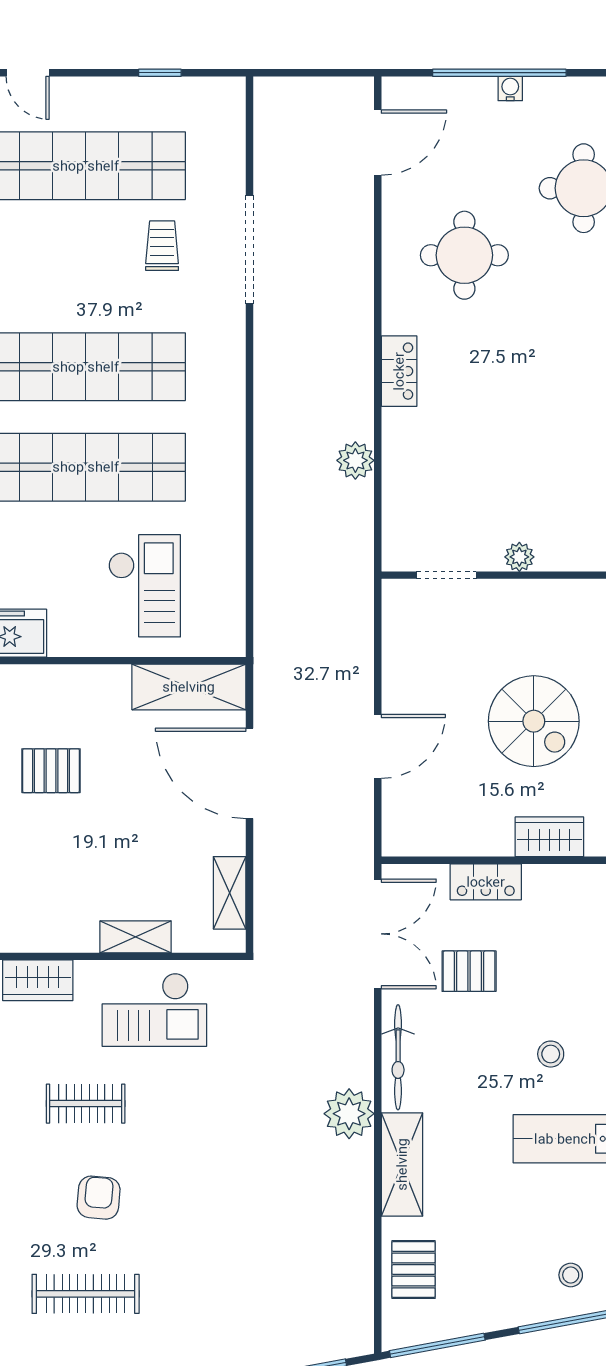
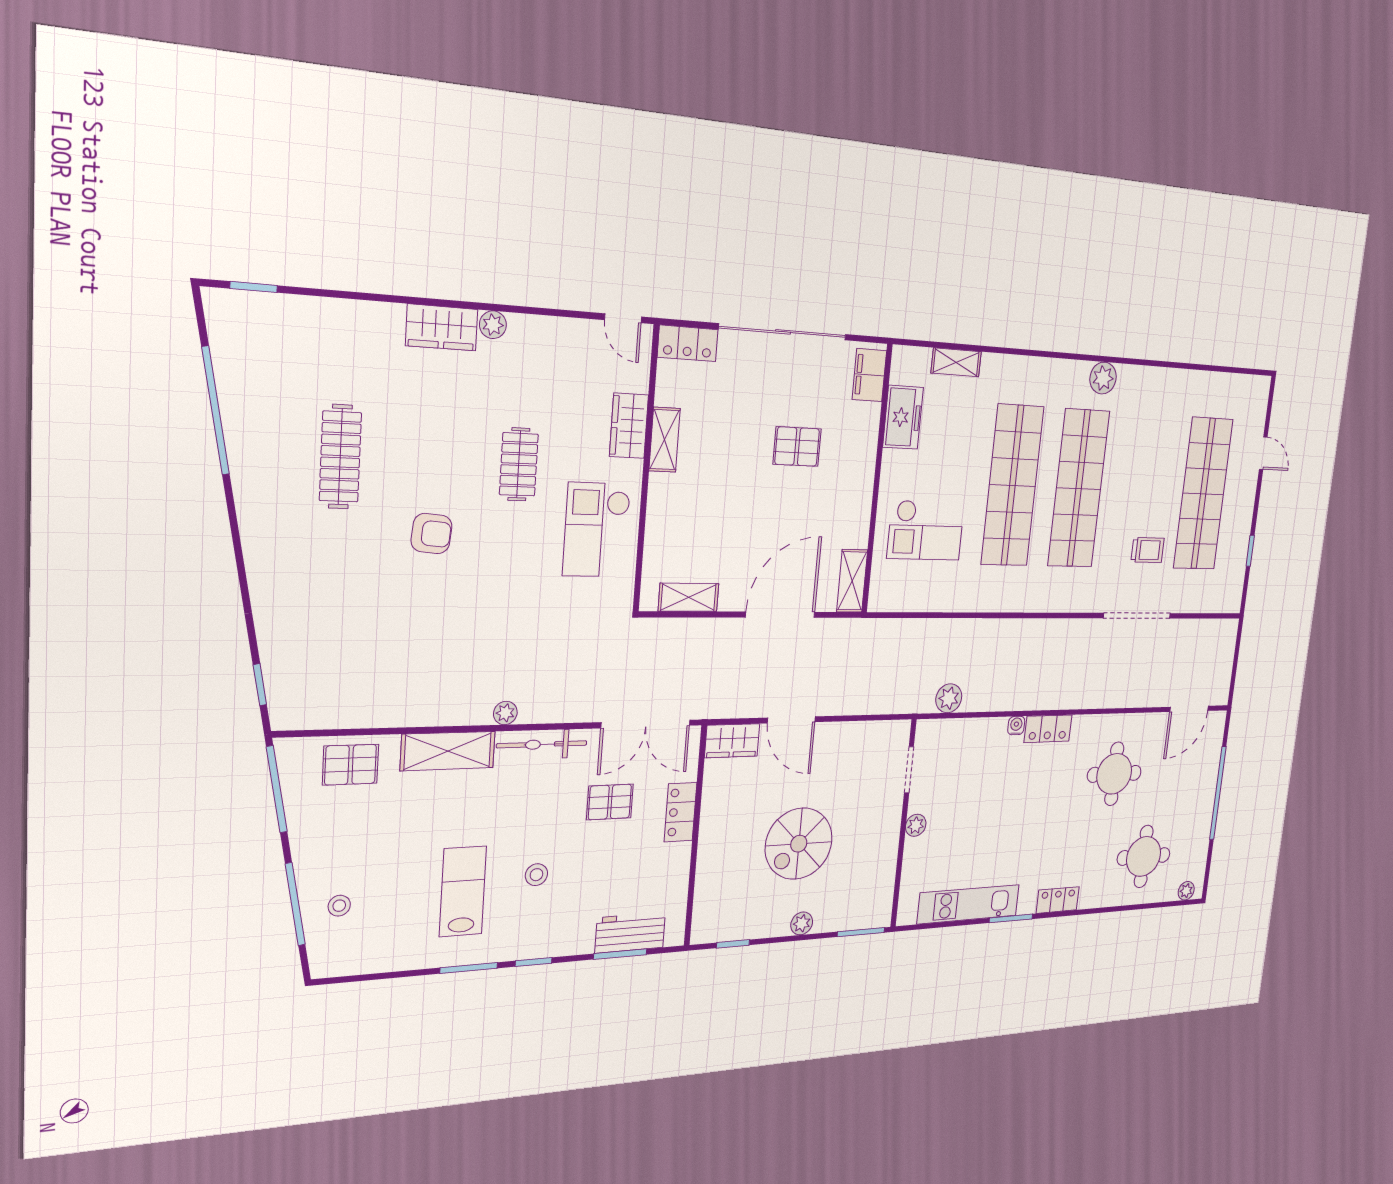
door: (28, 73) -> (1263, 453), swing flipped
water cooler: (510, 88) -> (1016, 726), moved, turned -90
door: (378, 143) -> (1189, 709), hinge flipped
plant: (355, 460) -> (949, 698), moved
shelving: (189, 687) -> (852, 581), width x0.67, depth x0.75
pallet: (51, 771) -> (797, 447), turned 90
wardrobe: (549, 837) -> (732, 741), moved, turned 90
shelving: (136, 937) -> (665, 440), moved
pallet: (469, 971) -> (610, 802), turned 90
plant: (349, 1114) -> (505, 713), width x0.53, depth x0.53
armchair: (99, 1198) -> (431, 533), moved

